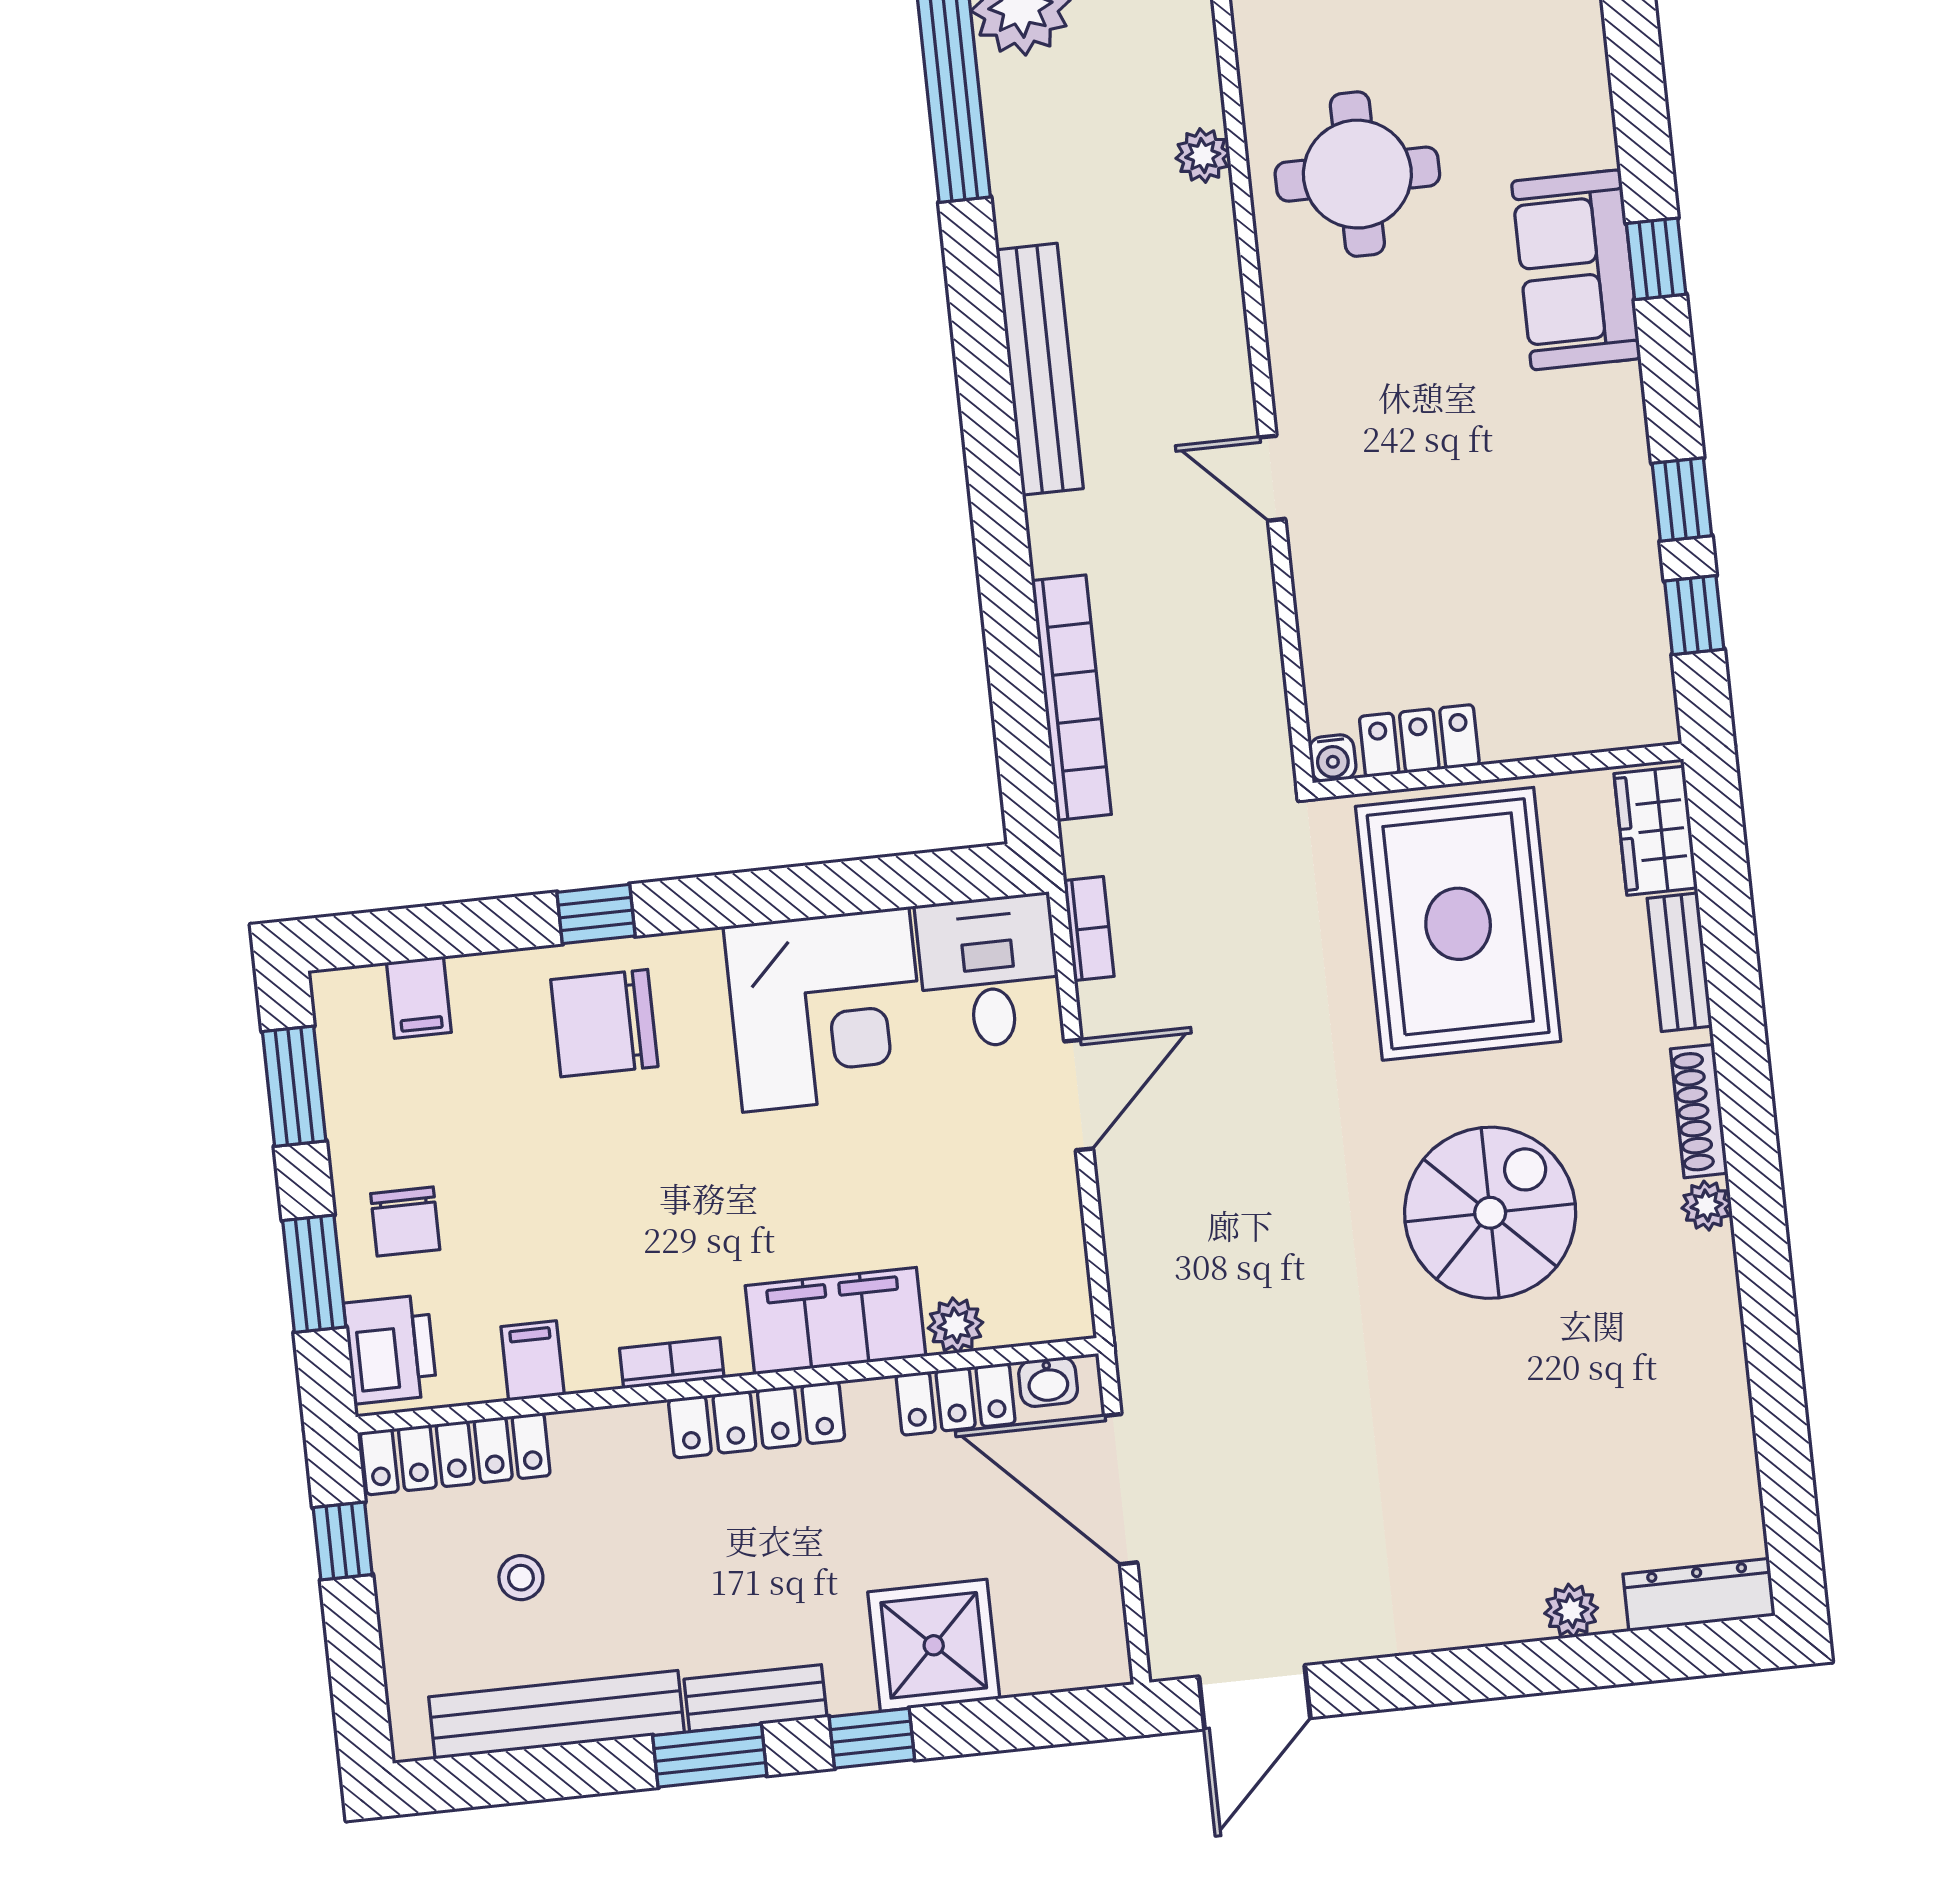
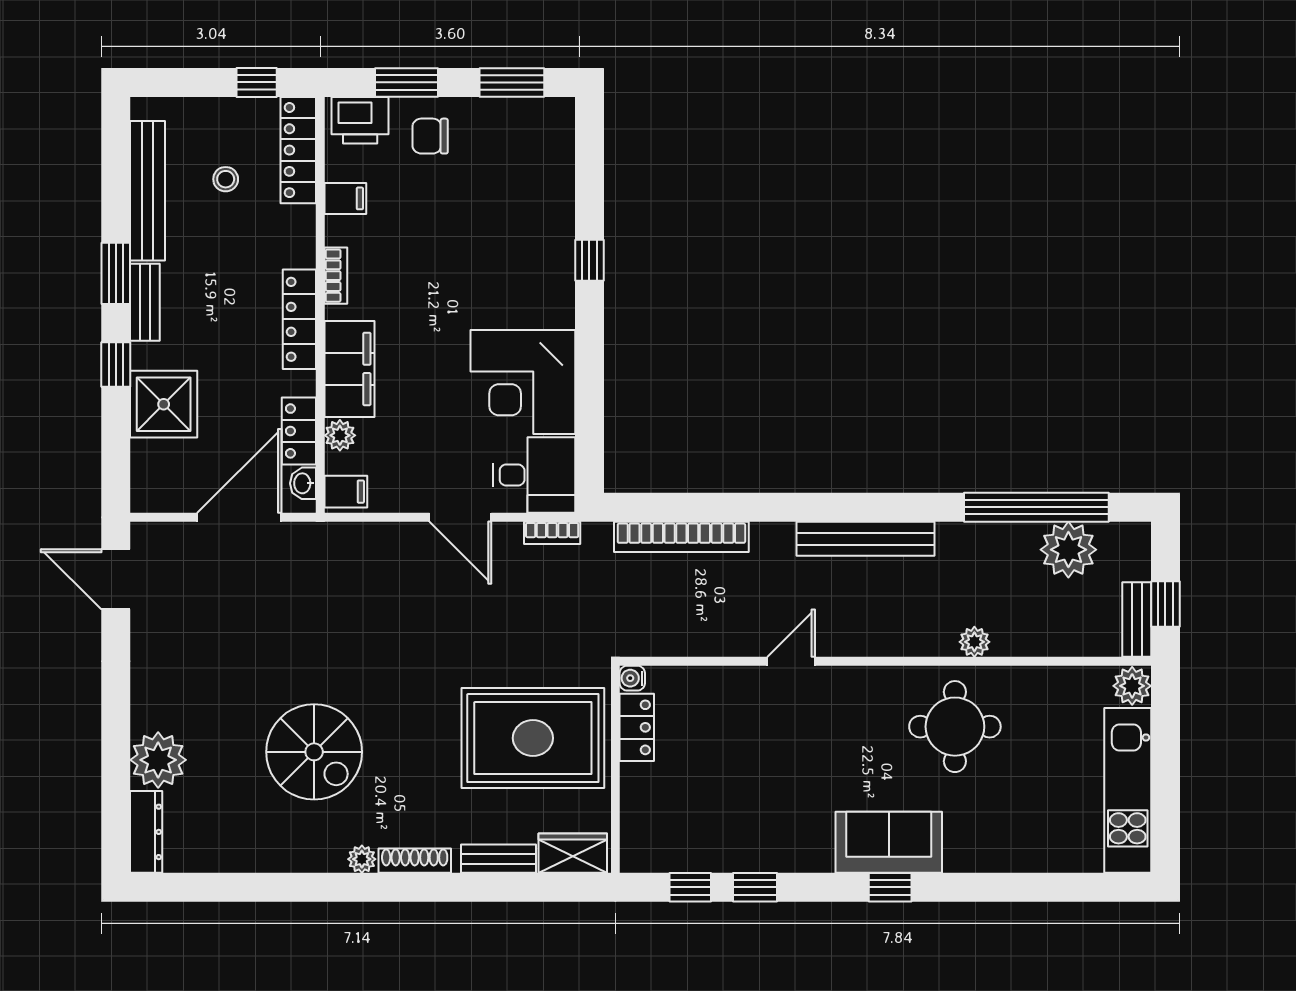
filing cabinet: (419, 997) -> (346, 492), moved, turned 180
chair: (604, 1023) -> (528, 258), removed
spiral stairs: (1490, 1213) -> (314, 752), moved
plant: (1571, 1611) -> (158, 760), width x1.88, depth x1.88

